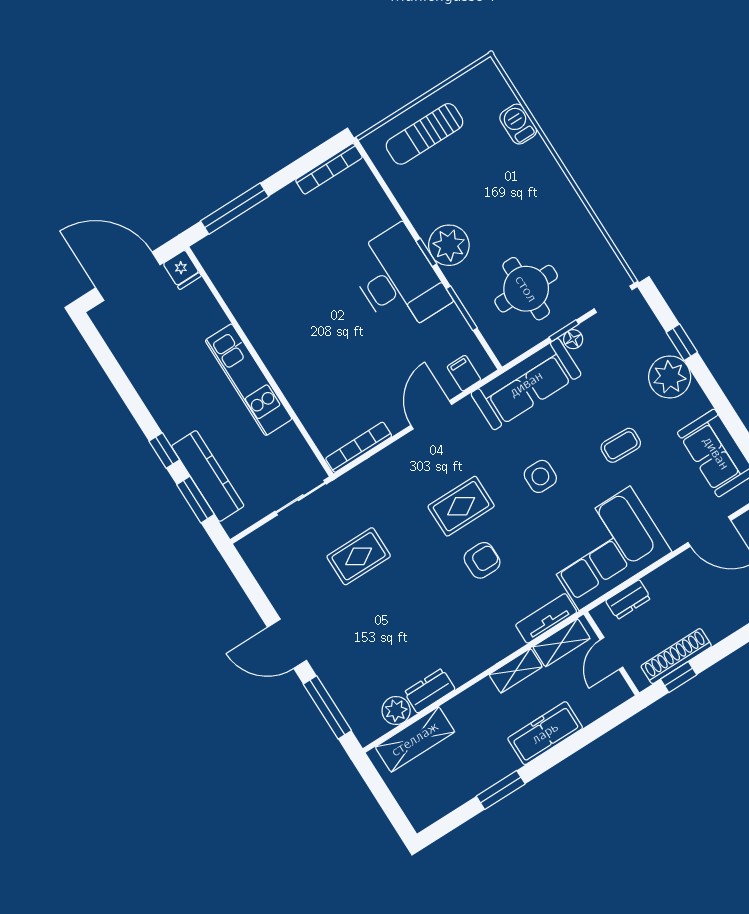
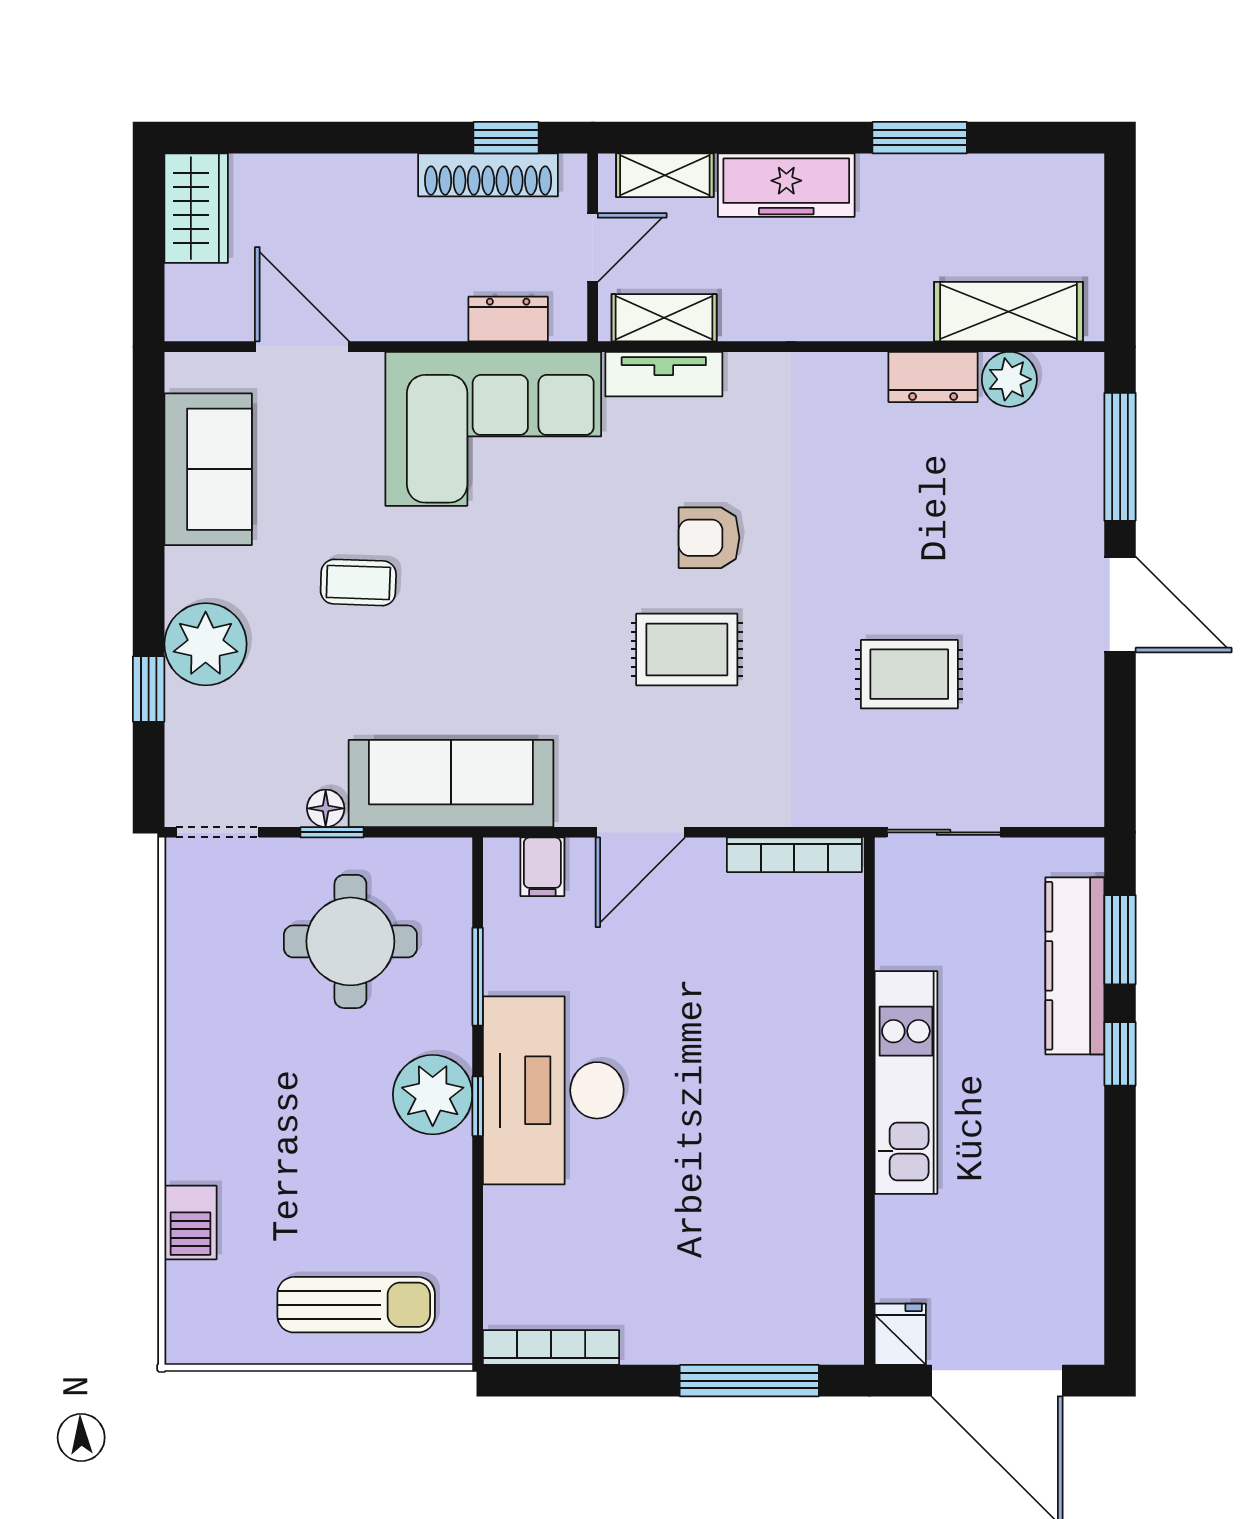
side table: (540, 476) -> (524, 615), removed
shelving: (516, 671) -> (665, 175), moved

